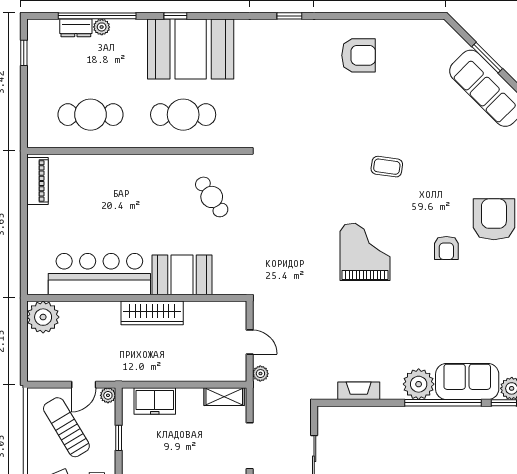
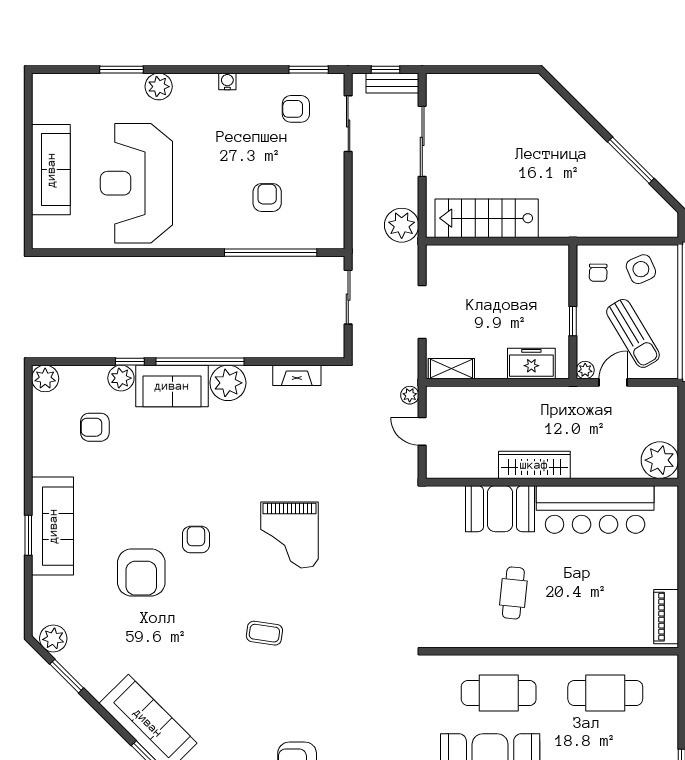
cafe table: (212, 197) -> (513, 593), moved, turned 40

